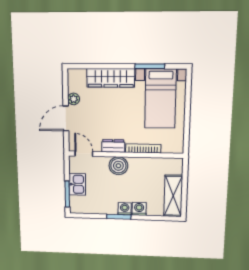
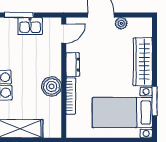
boiler: (118, 166) -> (52, 86), moved

